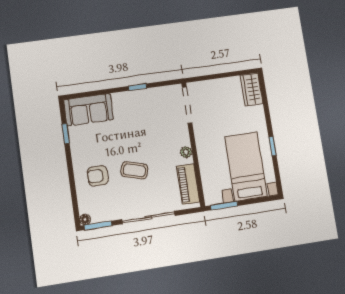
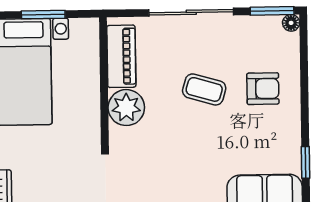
plant: (186, 152) -> (126, 108), width x1.88, depth x1.88
window: (224, 206) -> (43, 15), moved

